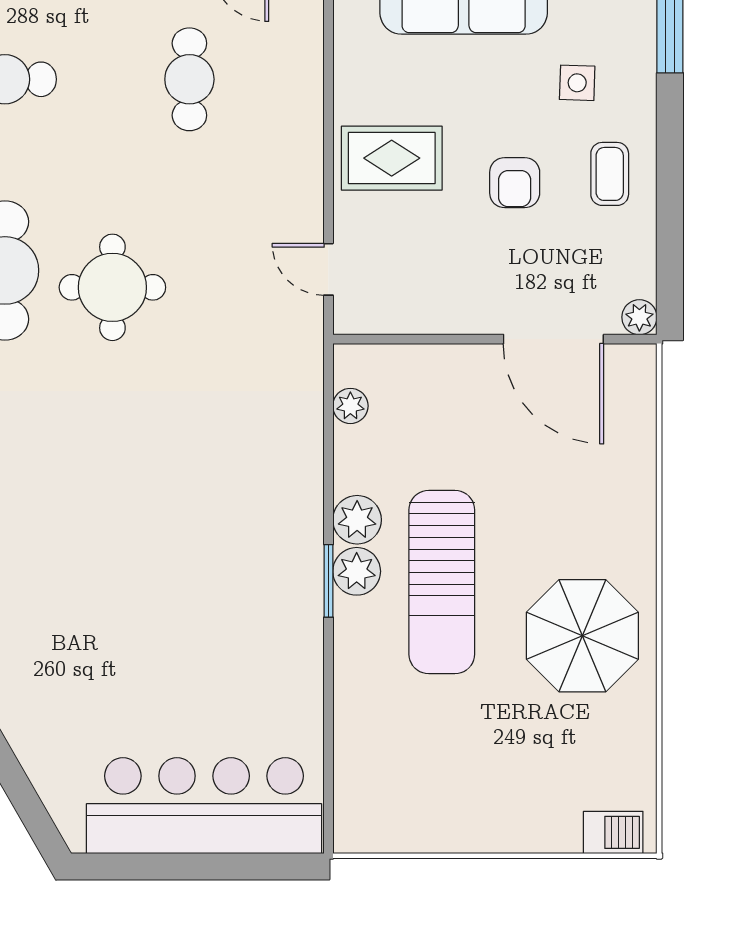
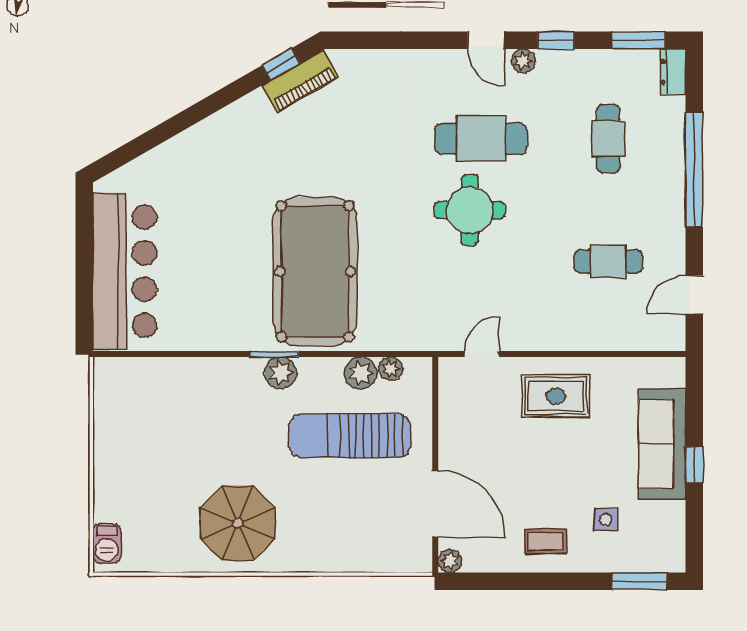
rug: (392, 158) -> (556, 396), turned 90
armchair: (515, 183) -> (539, 478), removed
door: (553, 339) -> (435, 504), swing flipped
pool table: (204, 520) -> (315, 271), added
plant: (357, 520) -> (361, 373), moved
sun lounger: (442, 582) -> (350, 436), moved

